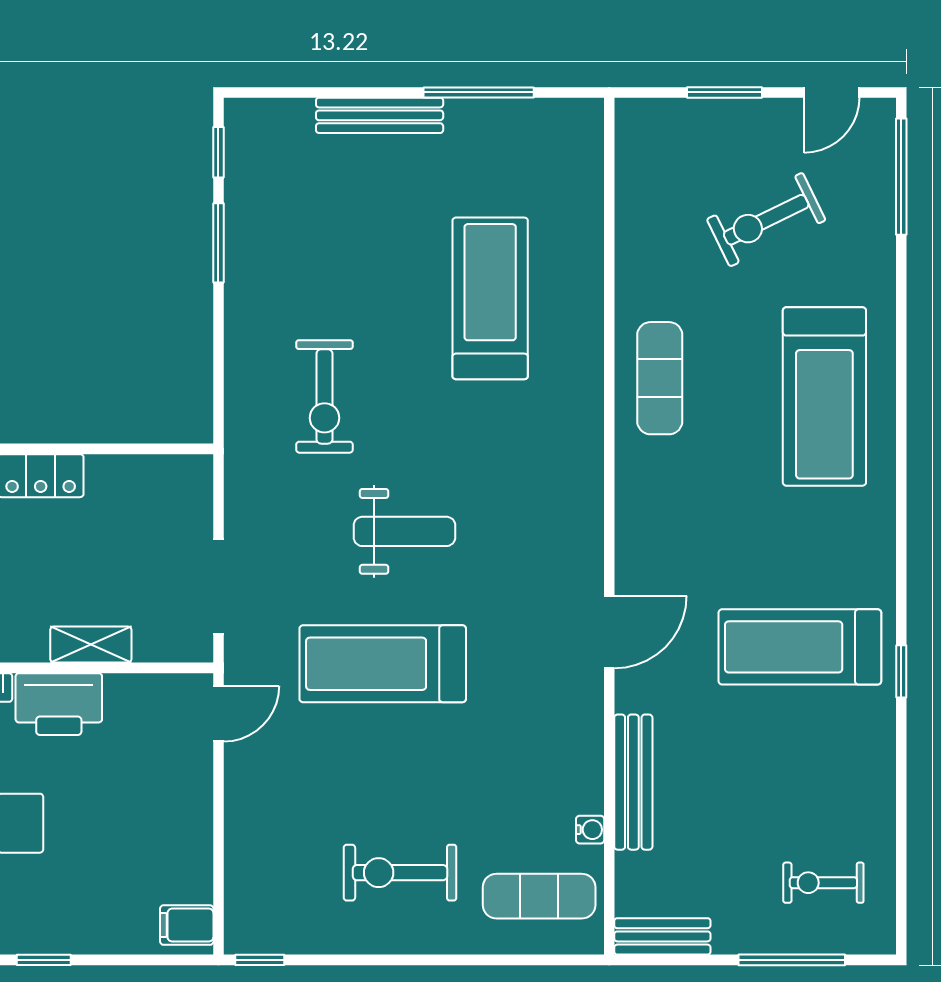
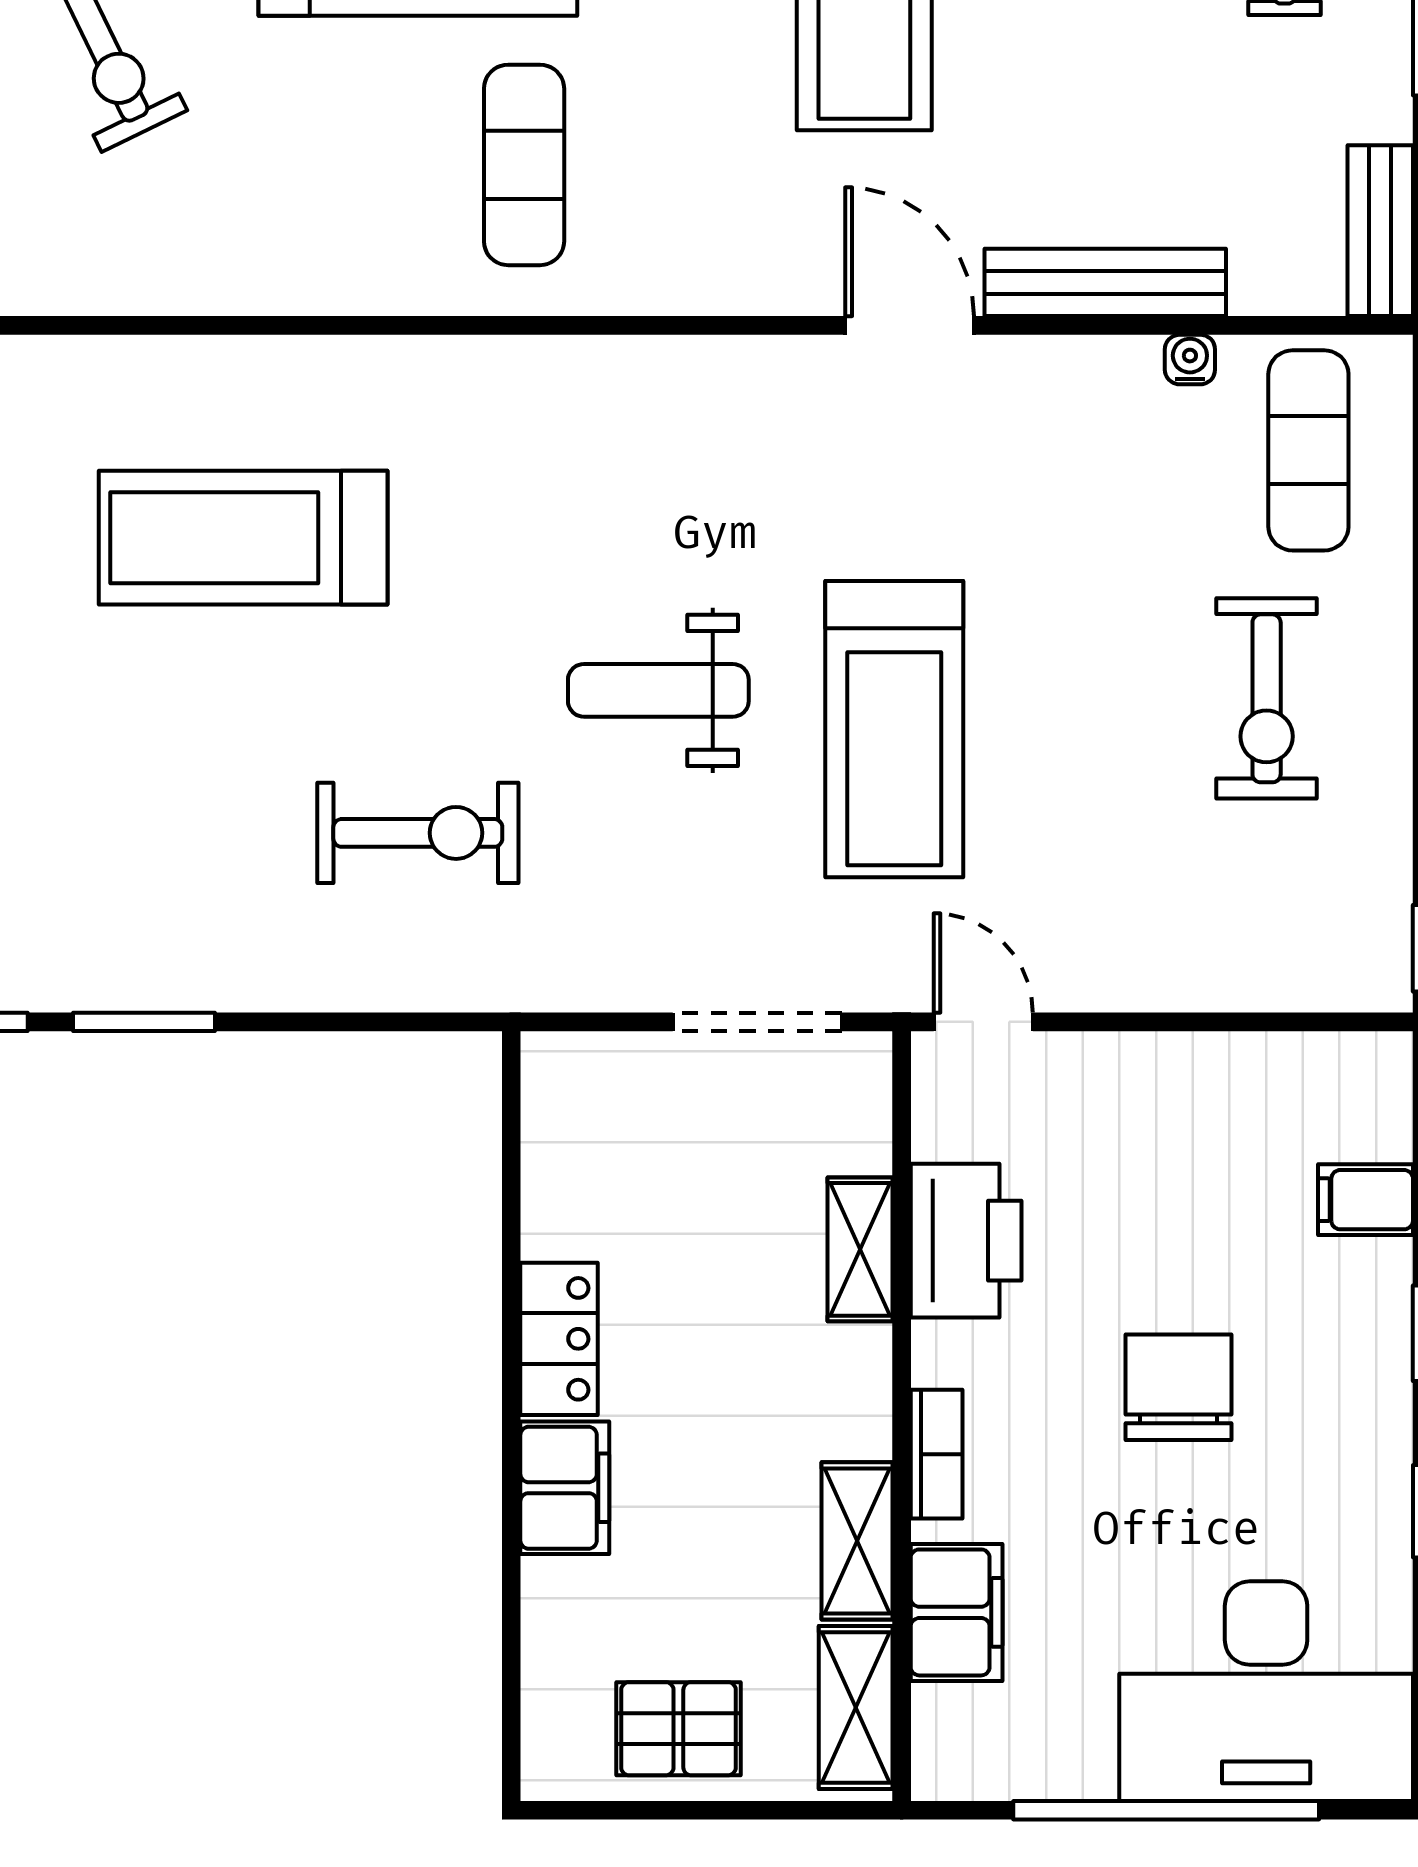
exercise mat: (660, 378) -> (524, 165), moved, turned 90
weight bench: (404, 531) -> (658, 690), turned -90
door: (609, 632) -> (910, 325), moved
printer: (59, 704) -> (966, 1241), moved
filing cabinet: (187, 925) -> (1366, 1200), moved, turned 90

